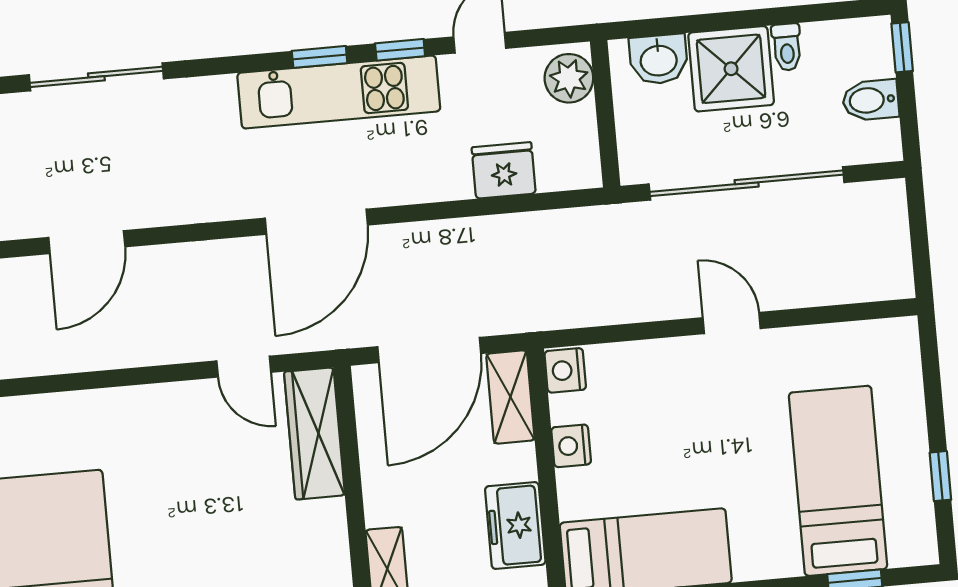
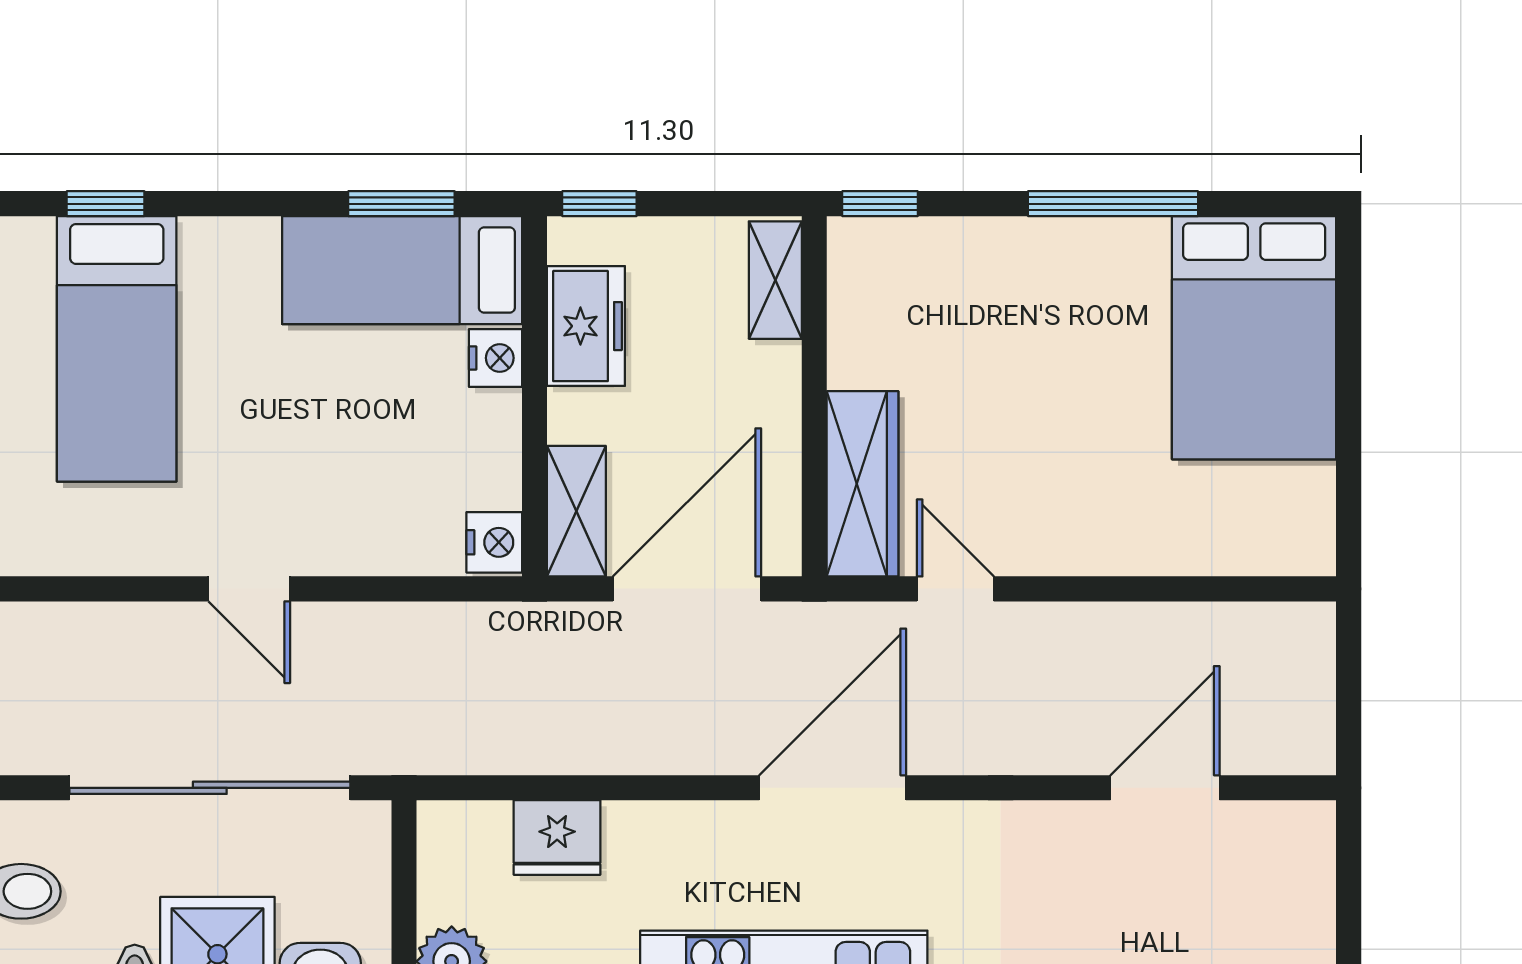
nightstand: (571, 446) -> (496, 358), moved

